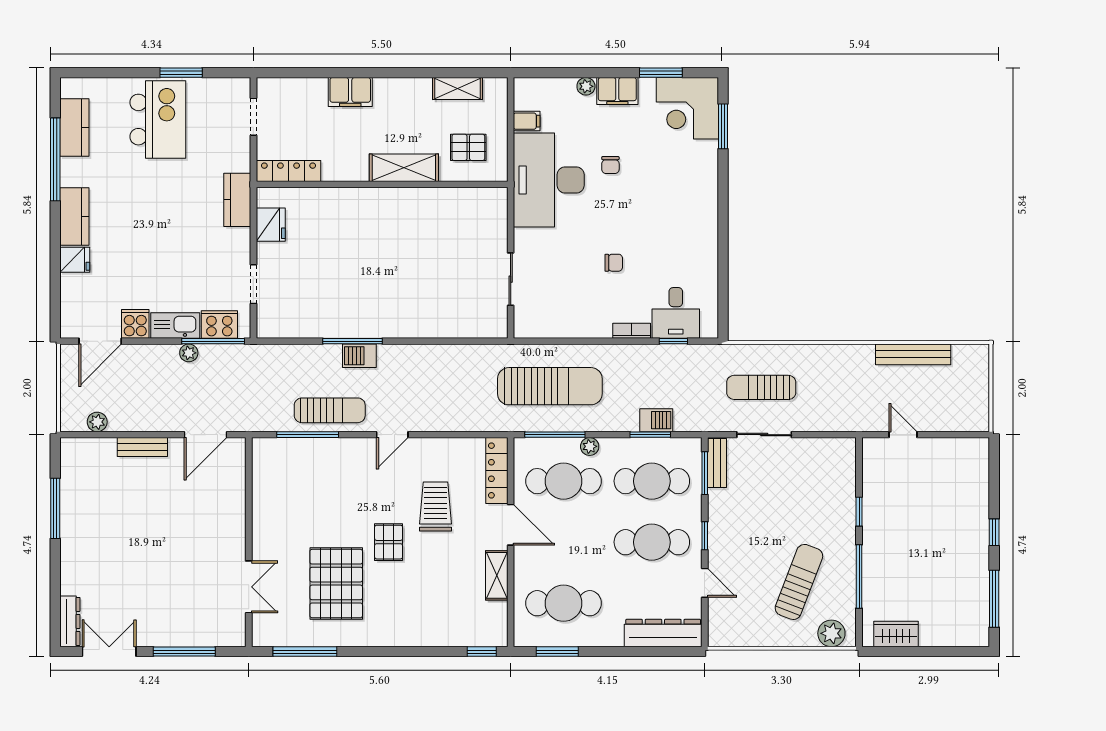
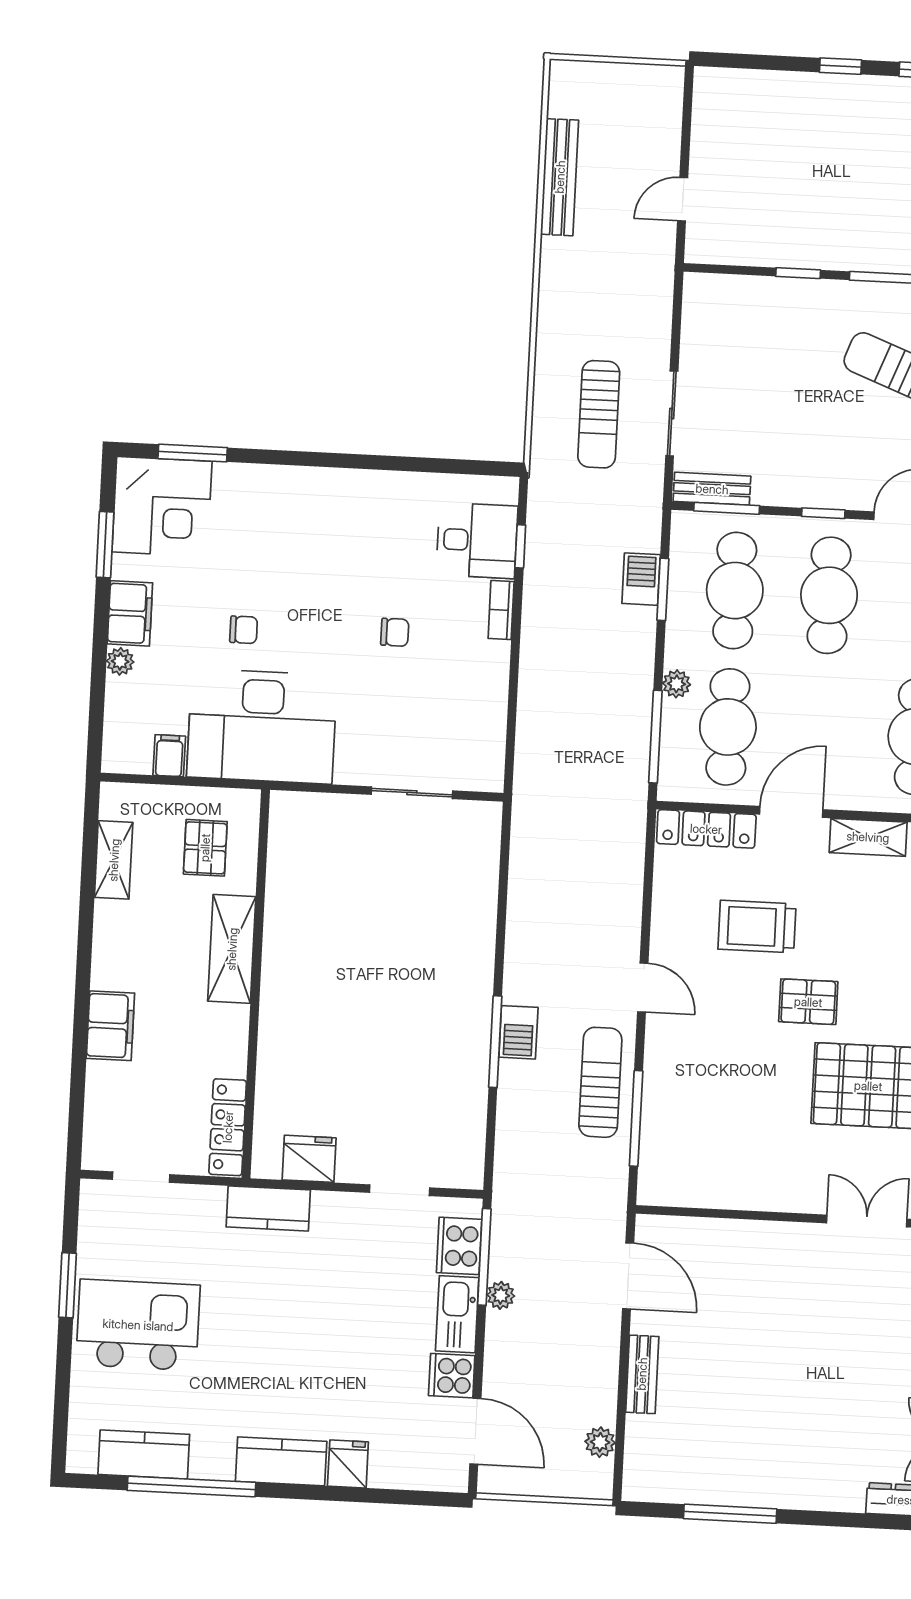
chair: (614, 263) -> (395, 632), turned 90
sun lounger: (550, 386) -> (580, 741), removed

